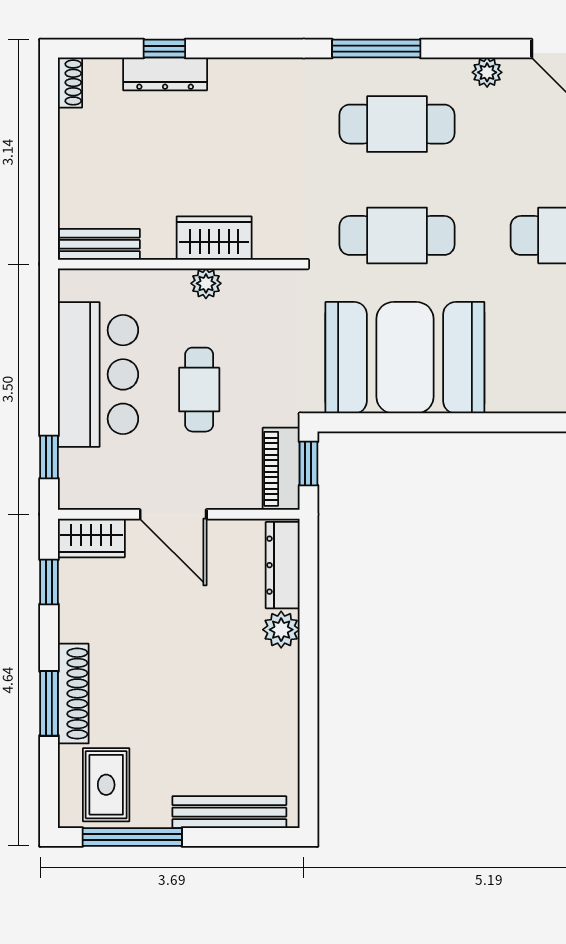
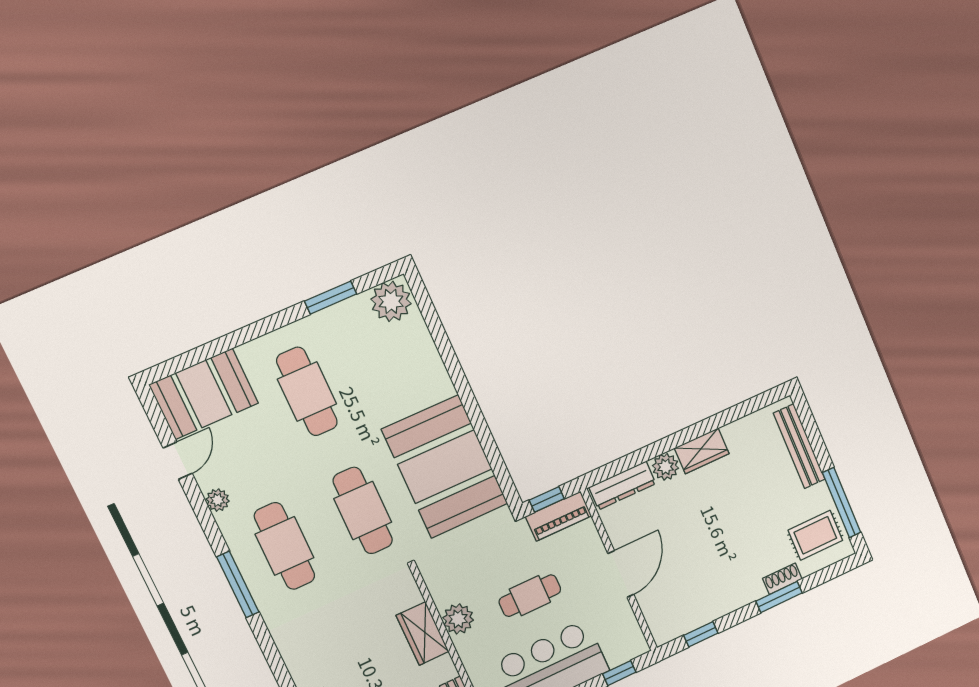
plant: (206, 283) -> (458, 619), width x1.38, depth x1.38
wardrobe: (91, 538) -> (702, 451), moved, turned 90
shoe rack: (73, 694) -> (782, 579), width x0.51, depth x0.81

